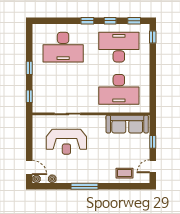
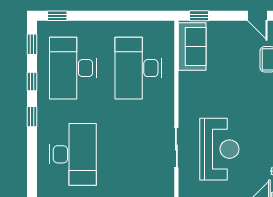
desk: (119, 89) -> (138, 68), turned 180
sofa: (127, 124) -> (192, 47), width x0.73
window: (153, 142) -> (199, 16), moved

